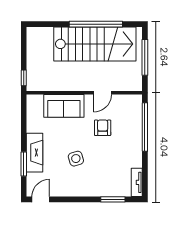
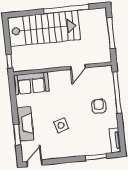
stairs: (95, 44) -> (44, 28), moved
sofa: (64, 106) -> (31, 83), moved
armchair: (103, 128) -> (99, 106), moved

